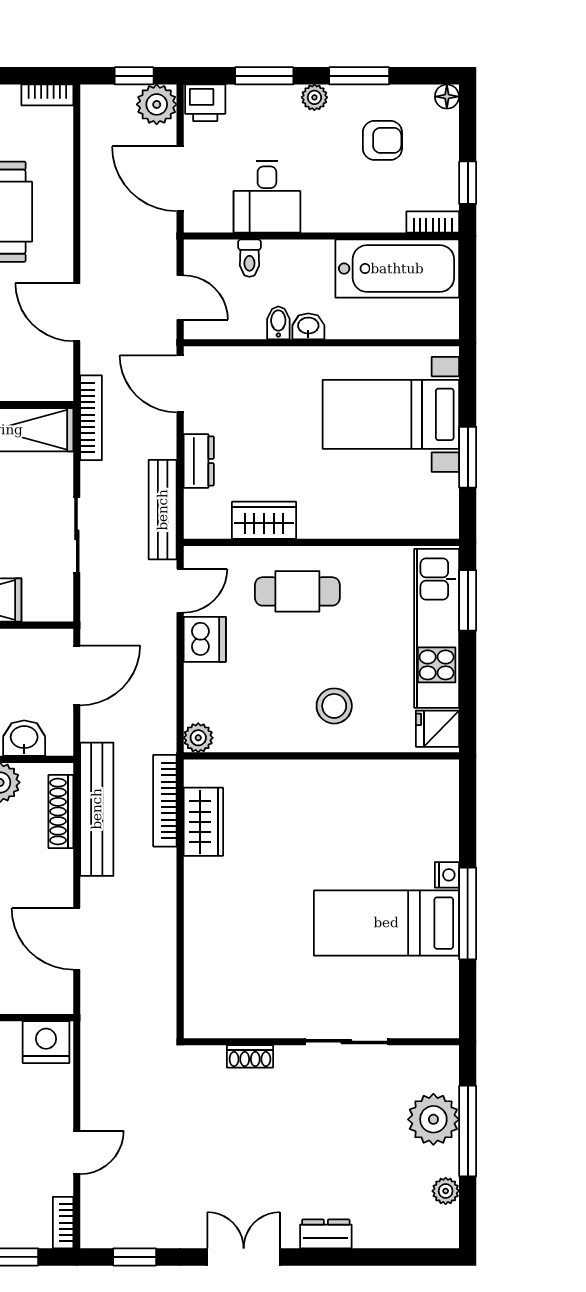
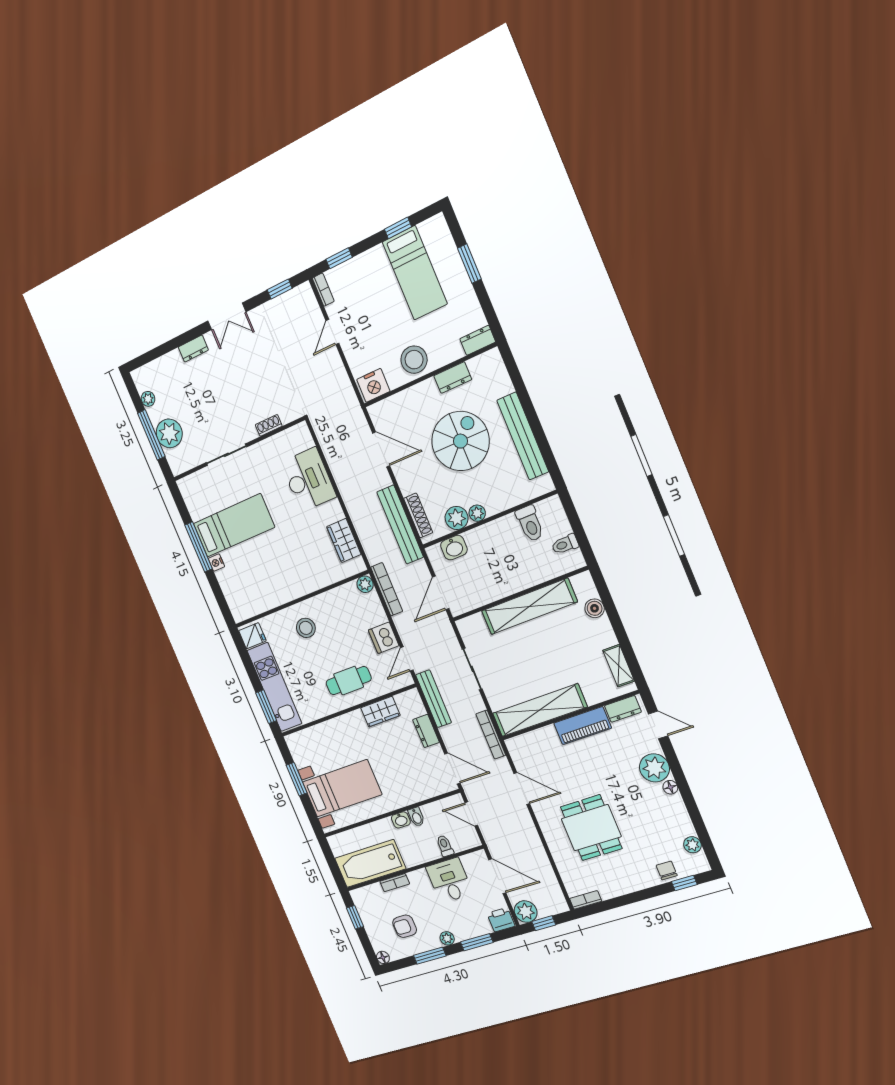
bookcase: (433, 222) -> (395, 883), moved
bookcase: (165, 801) -> (387, 589), moved
desk: (221, 943) -> (308, 480), added

